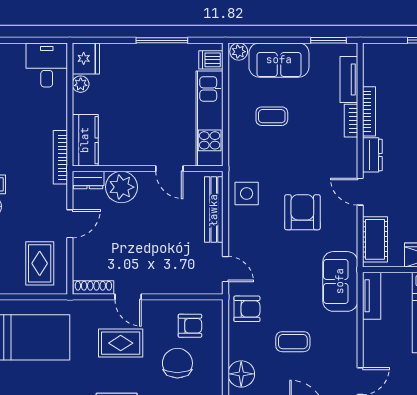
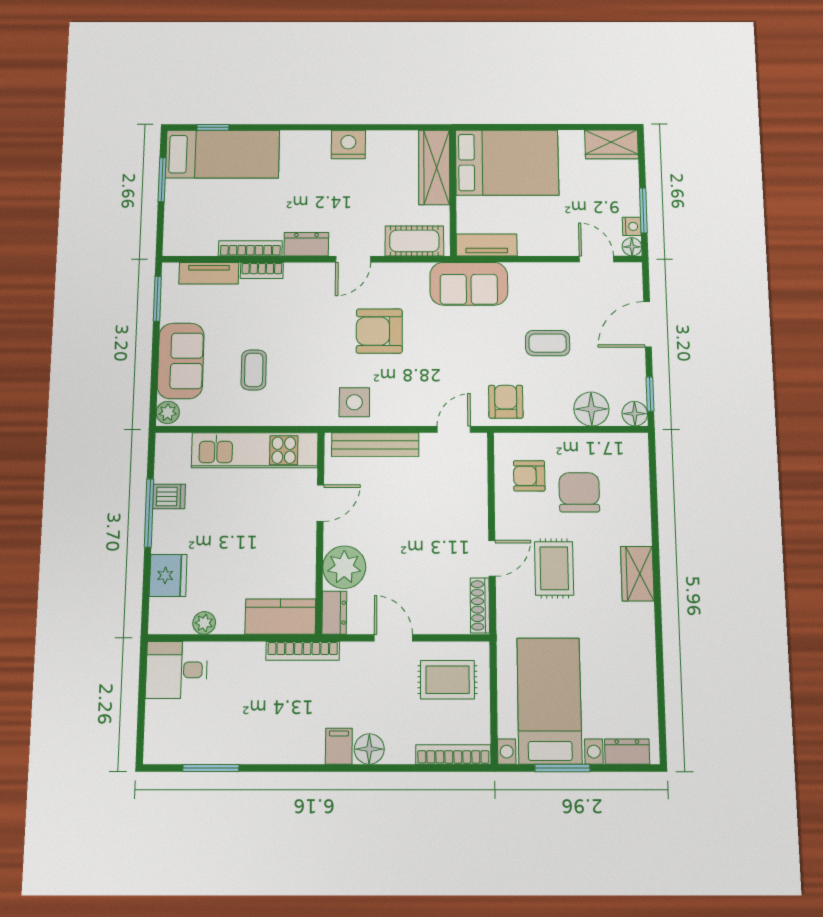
fridge: (86, 58) -> (168, 575), moved, turned 90
dishwasher: (211, 60) -> (169, 496), moved, turned -90
armchair: (190, 326) -> (529, 476), turned -90
coffee table: (293, 342) -> (548, 343), turned 90
chair: (177, 363) -> (579, 492), turned 90

